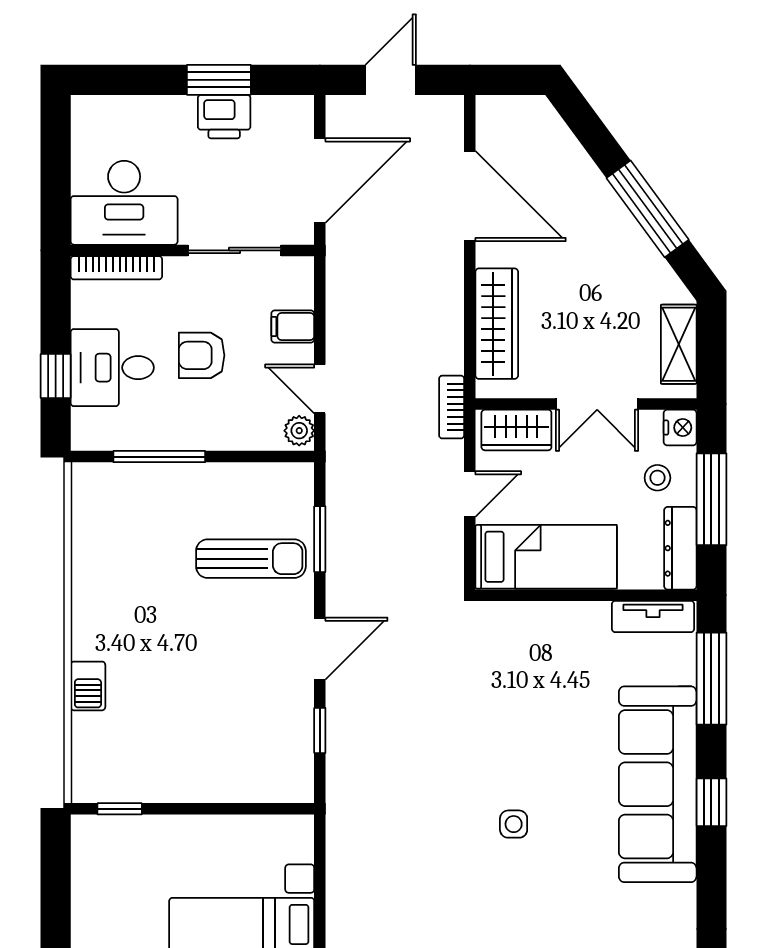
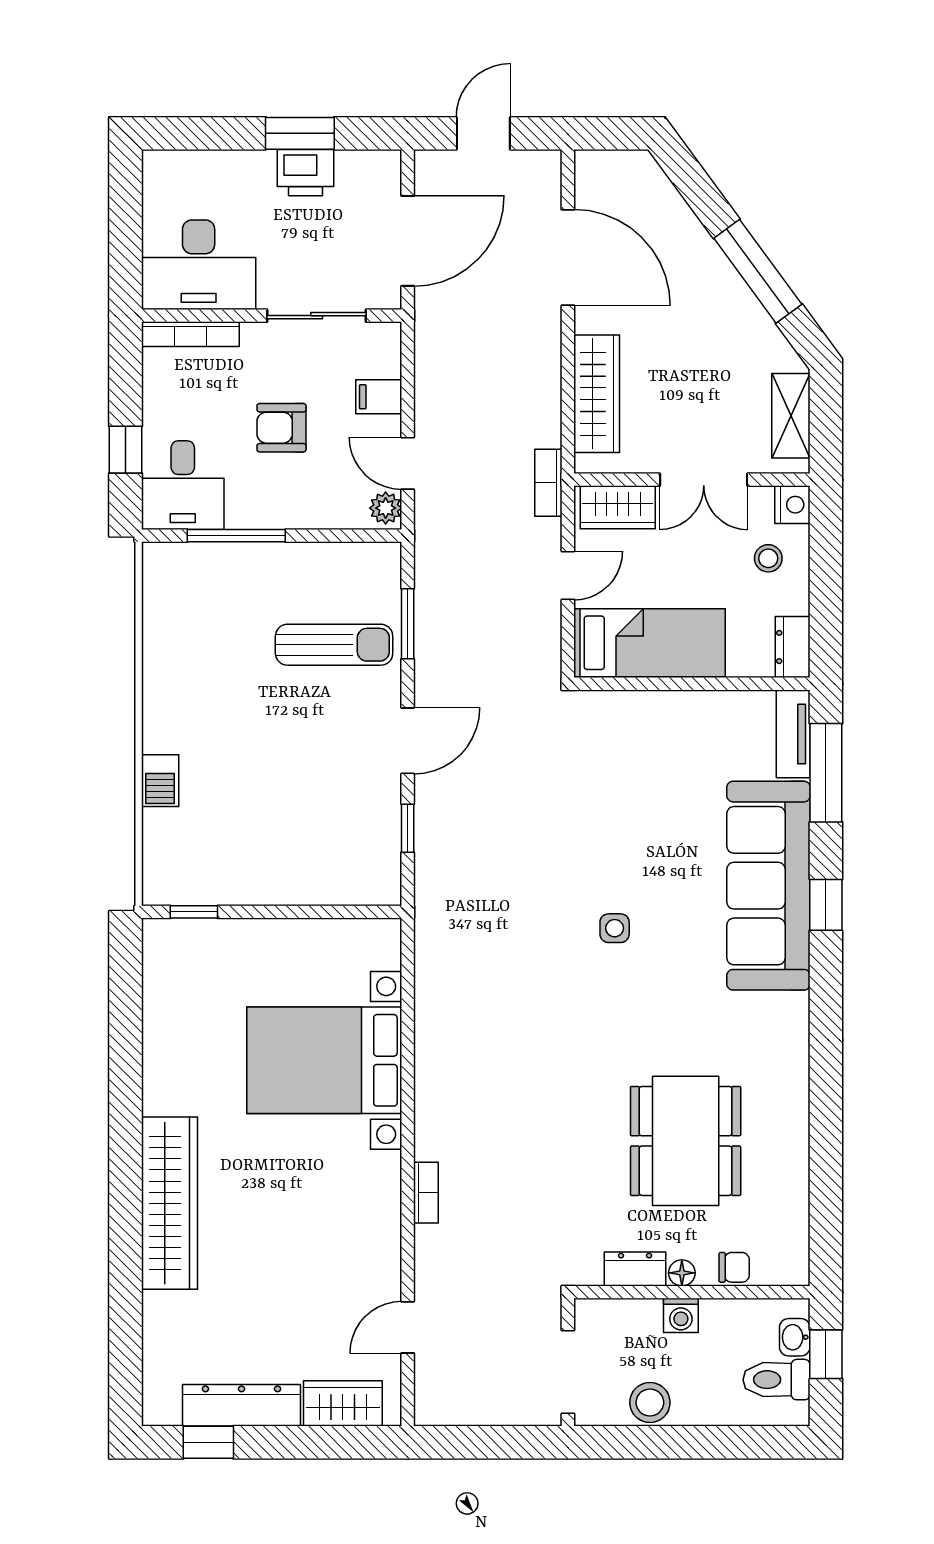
desk: (112, 368) -> (183, 485), moved, turned -90
window: (711, 499) -> (826, 581), removed
dresser: (680, 548) -> (793, 647), width x0.70
tv unit: (653, 617) -> (793, 734), moved, turned 90

